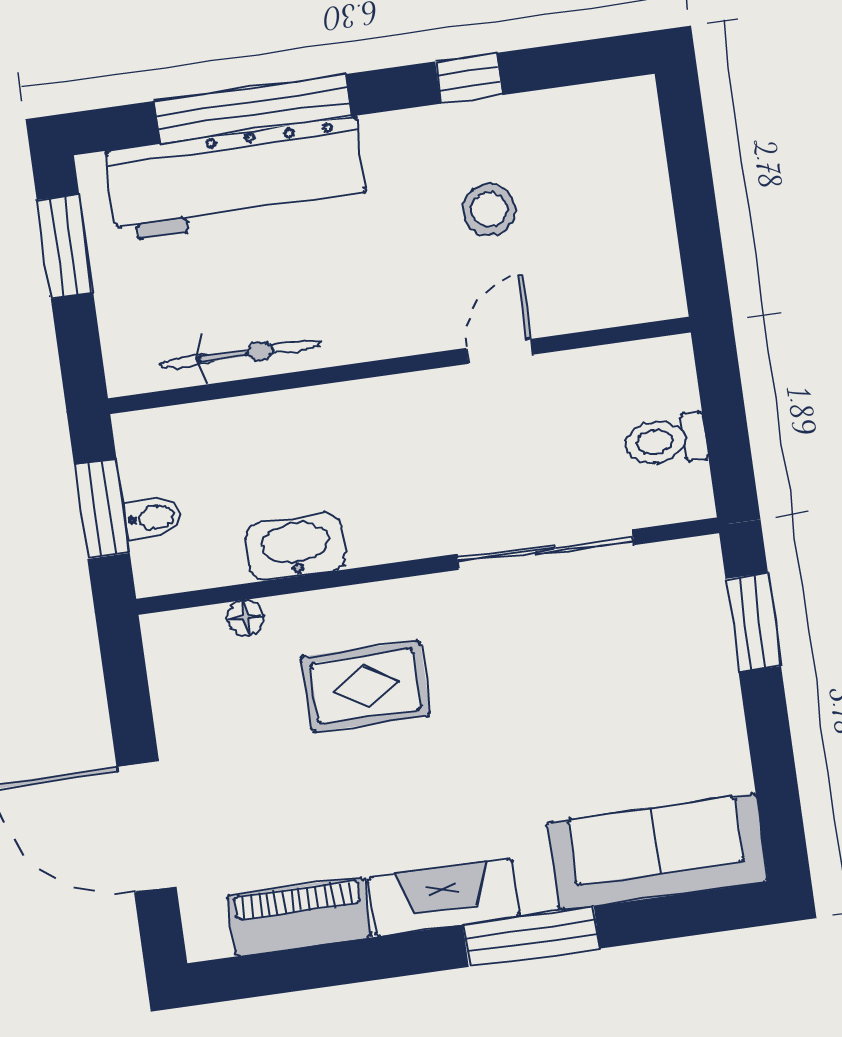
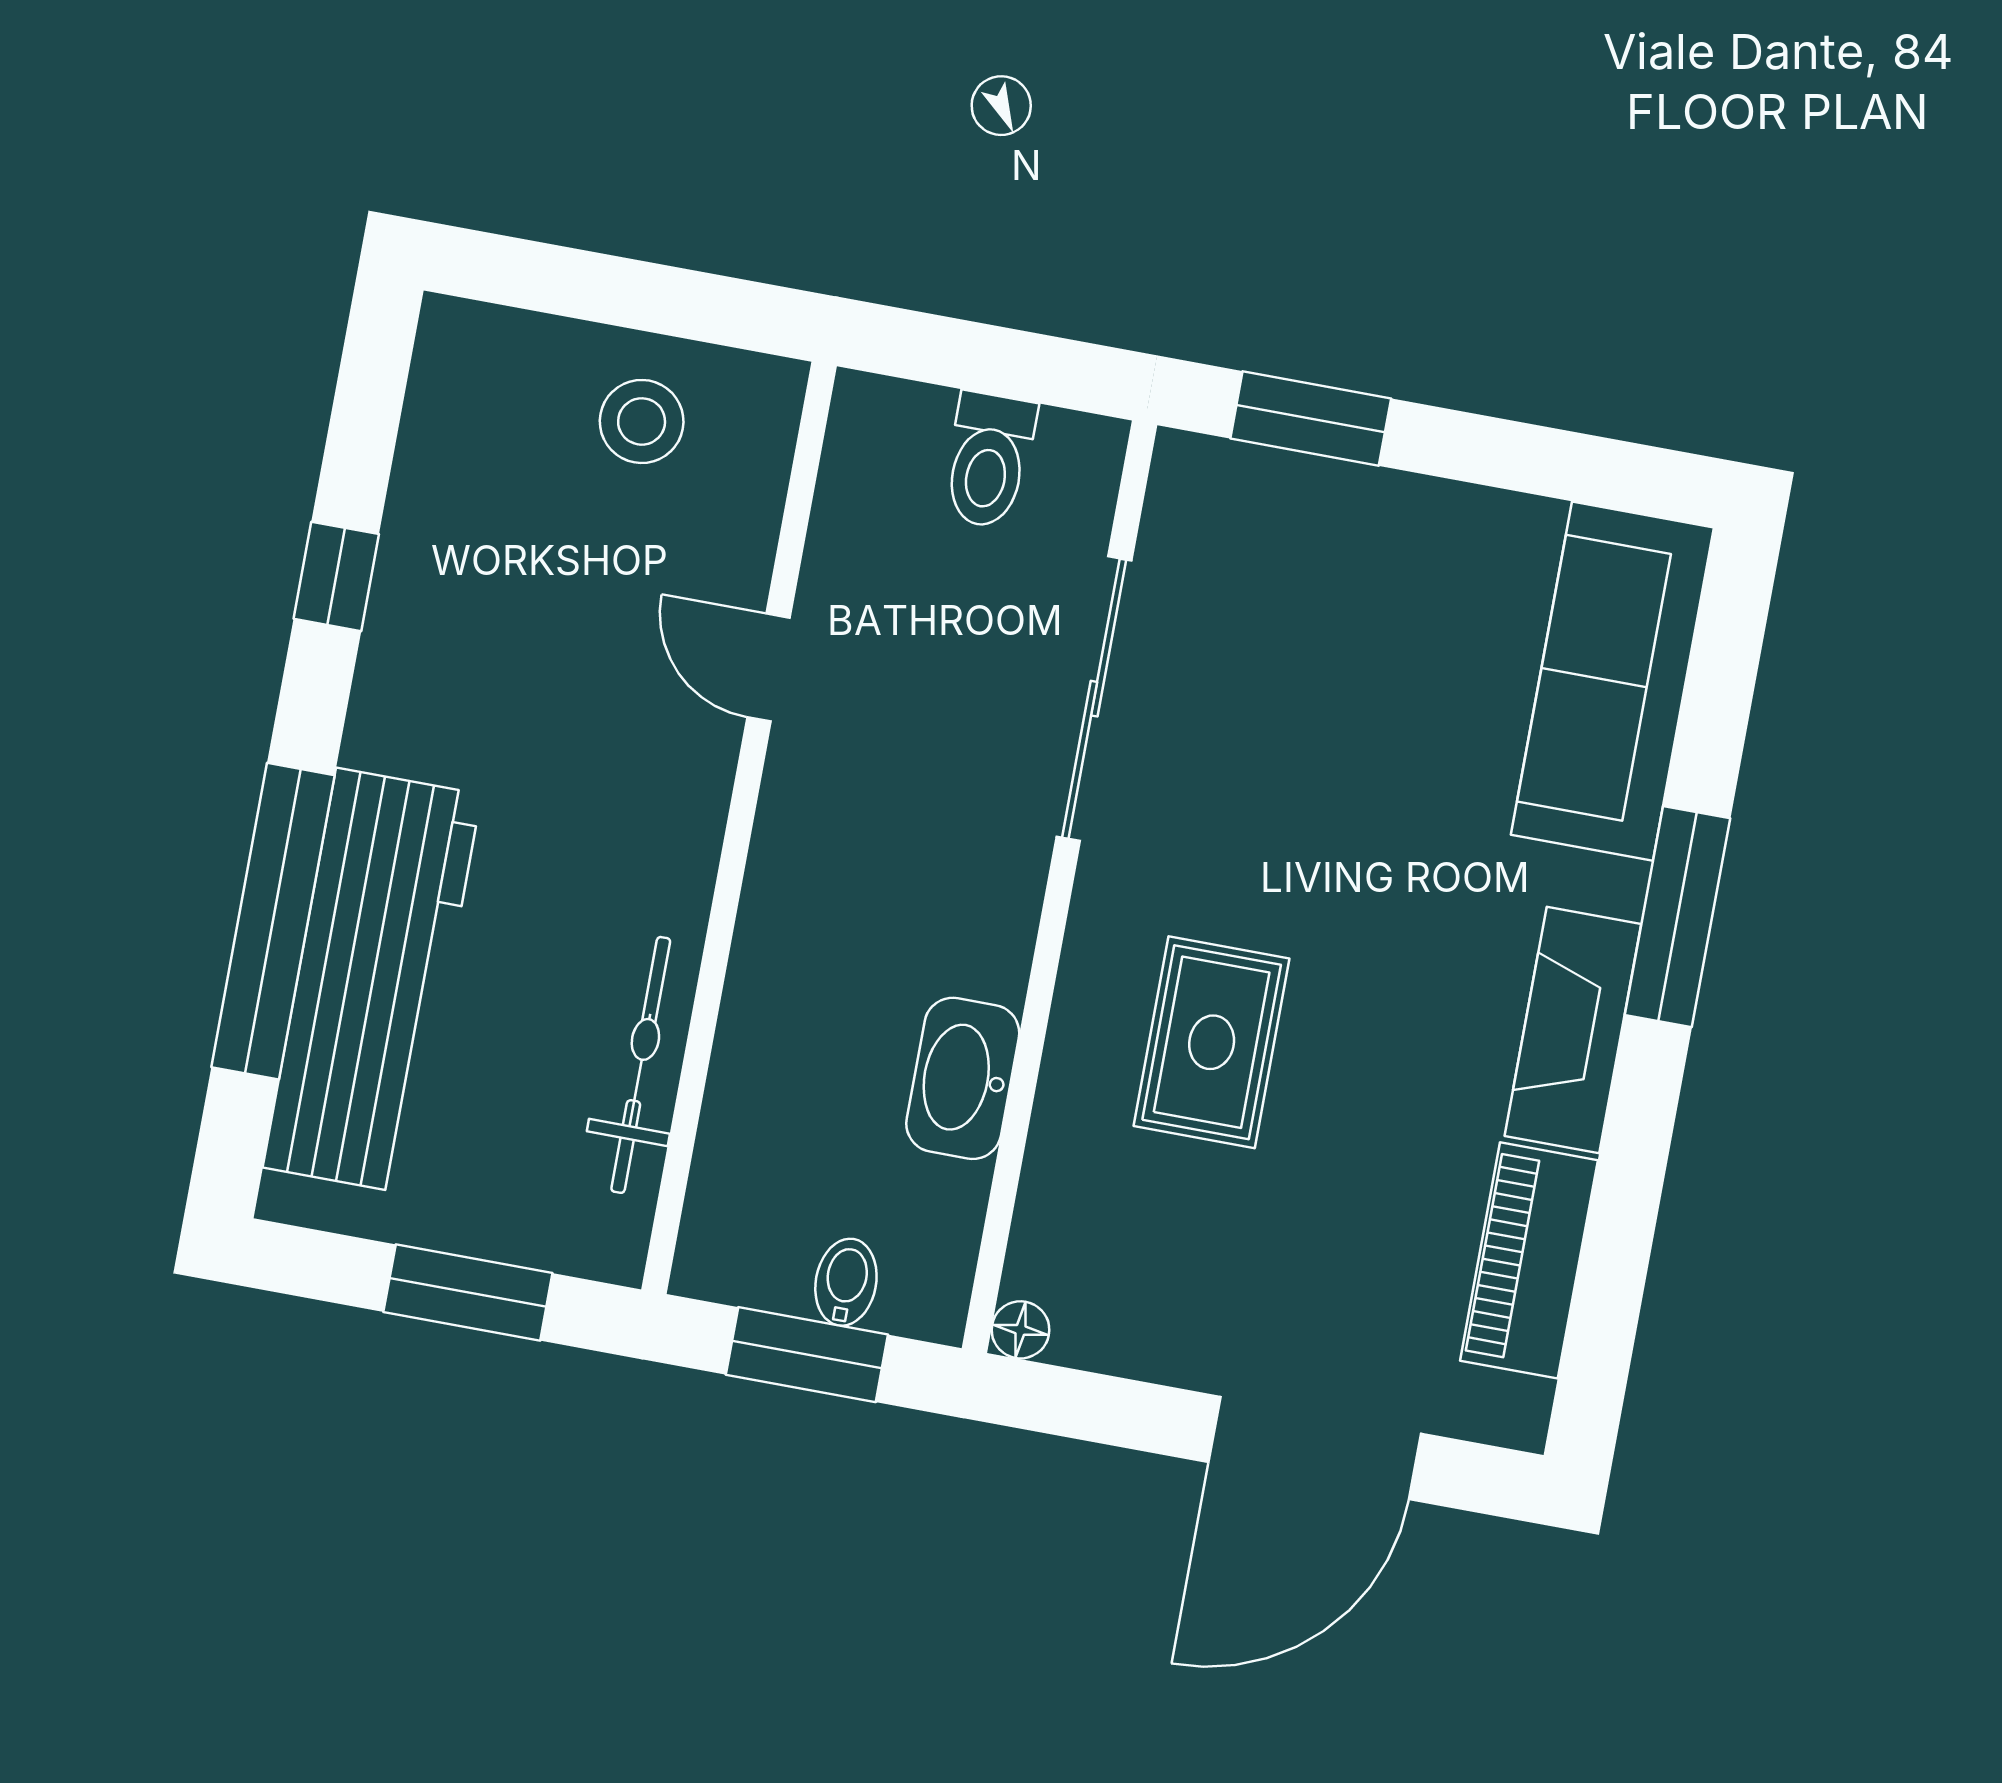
stool: (489, 210) -> (642, 421), moved
window: (65, 246) -> (468, 1292), moved
floor lamp: (245, 618) -> (1021, 1330), moved

